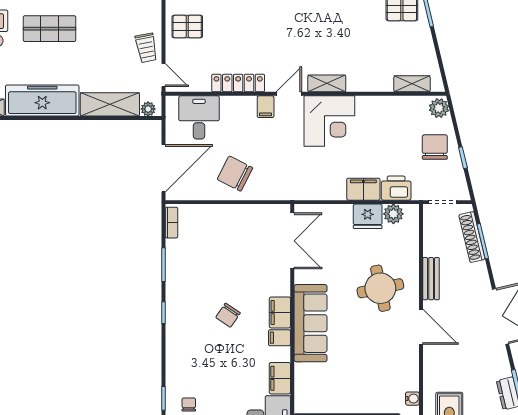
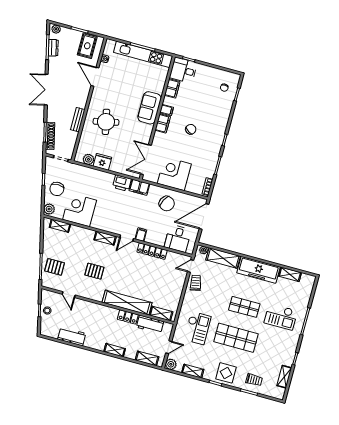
pallet: (187, 26) -> (94, 271), moved
door: (163, 75) -> (191, 266), hinge flipped
corner desk: (329, 121) -> (80, 210), moved
printer: (396, 188) -> (122, 183), moved
filing cabinet: (363, 189) -> (139, 187), moved
corner desk: (236, 229) -> (174, 174), added
sofa: (311, 323) -> (149, 108), width x0.73
door: (421, 327) -> (95, 77), moved

